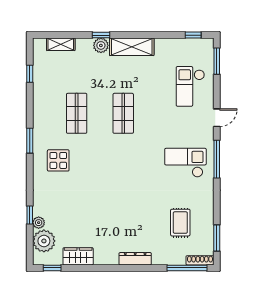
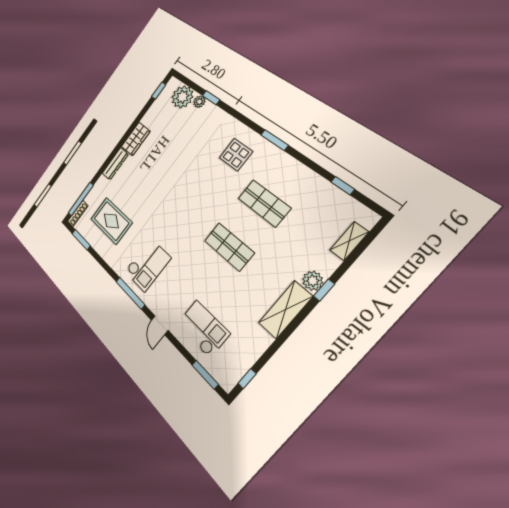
rug: (180, 223) -> (111, 221), width x1.36, depth x1.43
wardrobe: (78, 256) -> (136, 139), moved

